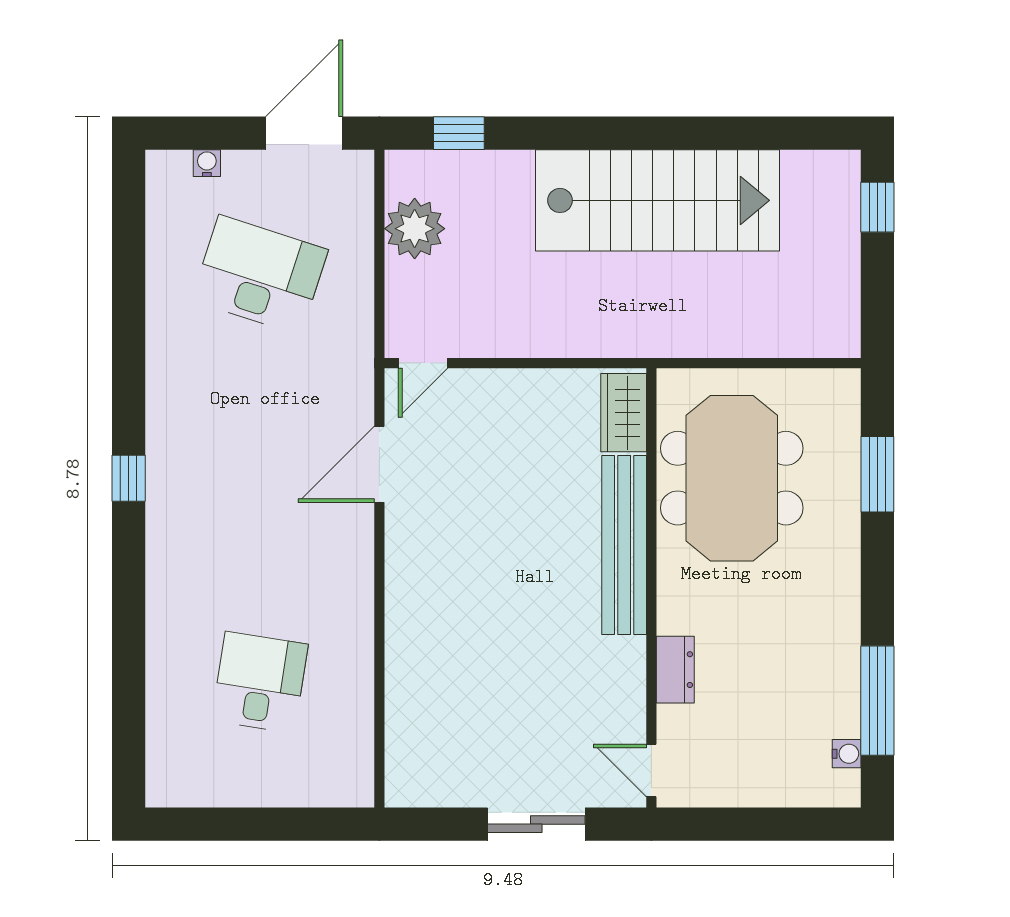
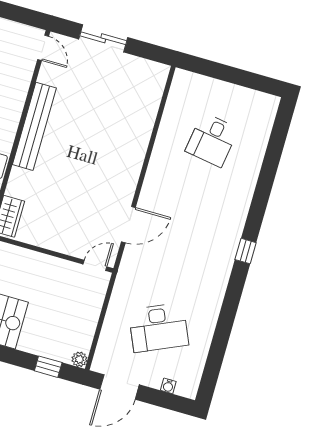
plant: (415, 229) -> (79, 359), moved, width x0.53, depth x0.53
desk: (260, 275) -> (159, 328), turned -42
bench: (624, 545) -> (34, 126), moved
dresser: (675, 670) -> (19, 91), removed

